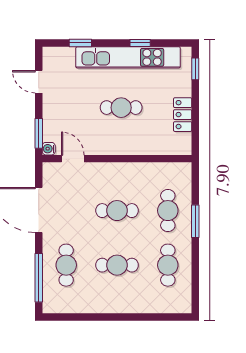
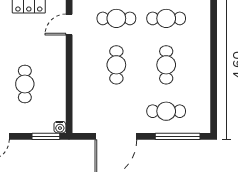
cafe table: (121, 108) -> (25, 84), moved
door: (73, 159) -> (69, 24), moved

